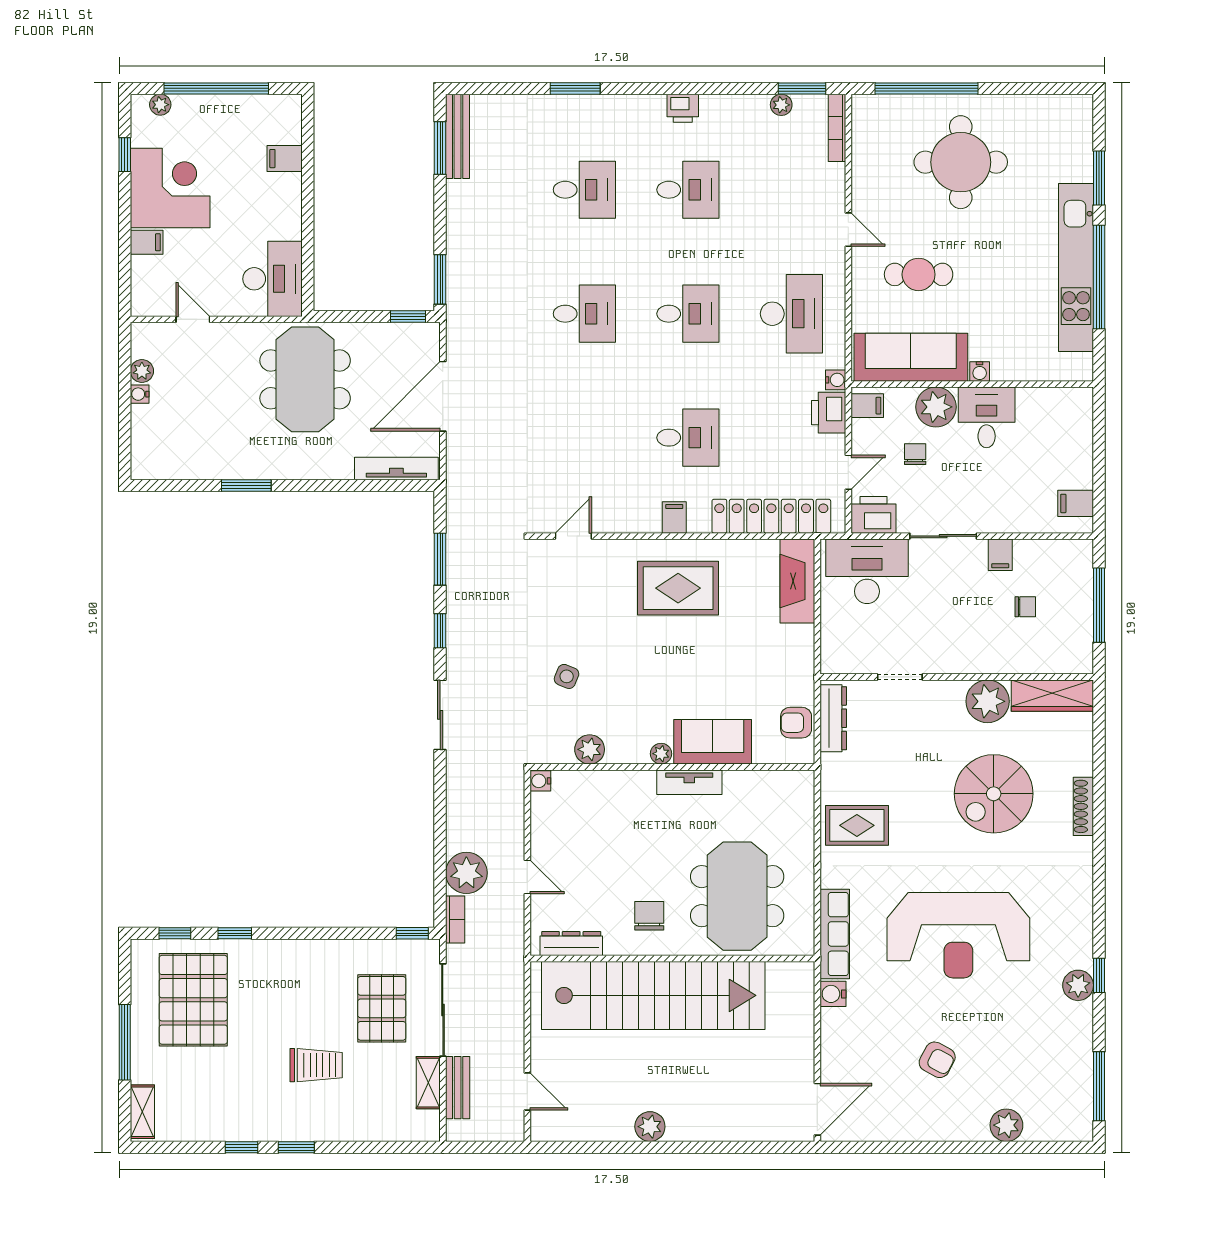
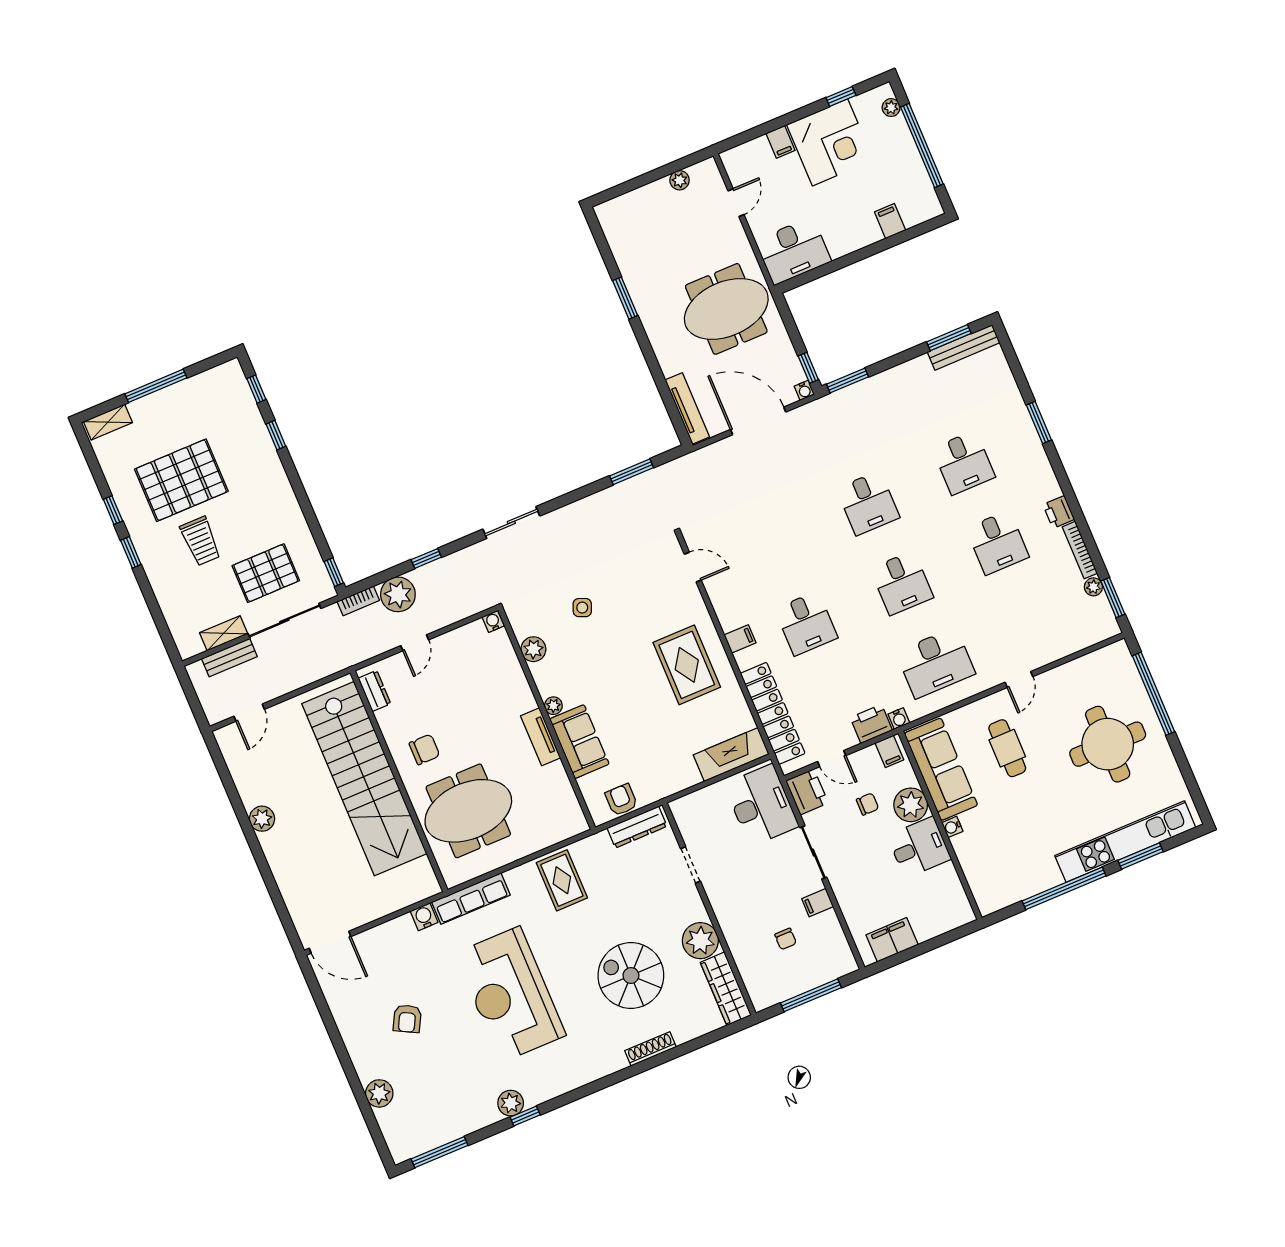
bookcase: (837, 128) -> (1080, 550), moved, turned -90
kitchen unit: (1076, 267) -> (1125, 842), moved
water cooler: (140, 394) -> (804, 390), moved, turned 180
filing cabinet: (1076, 503) -> (892, 940), width x2.00
window: (440, 631) -> (426, 558), moved
dresser: (571, 944) -> (374, 691), width x0.70
pallet: (193, 1000) -> (181, 480), moved

